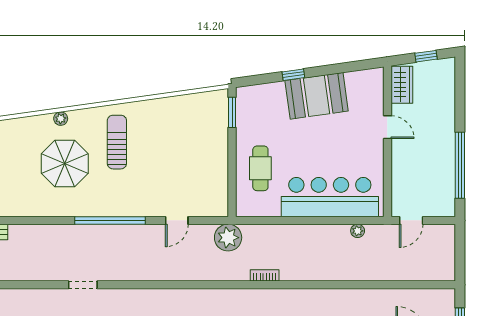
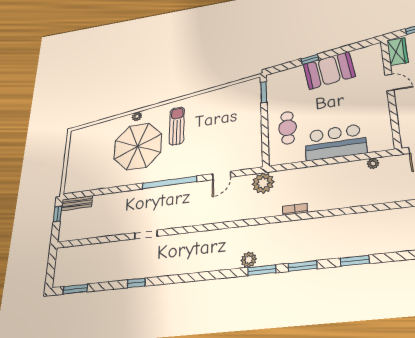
parasol: (65, 163) -> (138, 146), width x1.36, depth x1.36
bar counter: (330, 197) -> (335, 142), width x0.73

